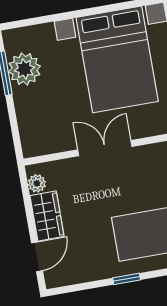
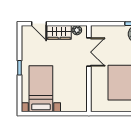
double door: (105, 148) -> (89, 52), moved

